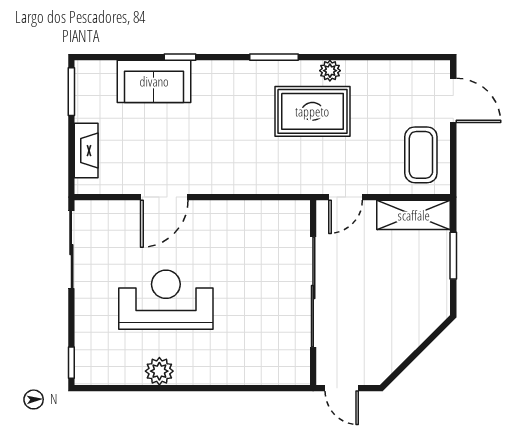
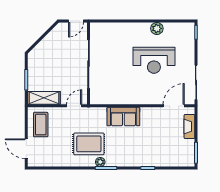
plant: (330, 71) -> (100, 162), moved
sofa: (154, 81) -> (123, 117), moved, turned 180
door: (164, 197) -> (174, 106), moved
door: (342, 388) -> (76, 21), swing flipped

